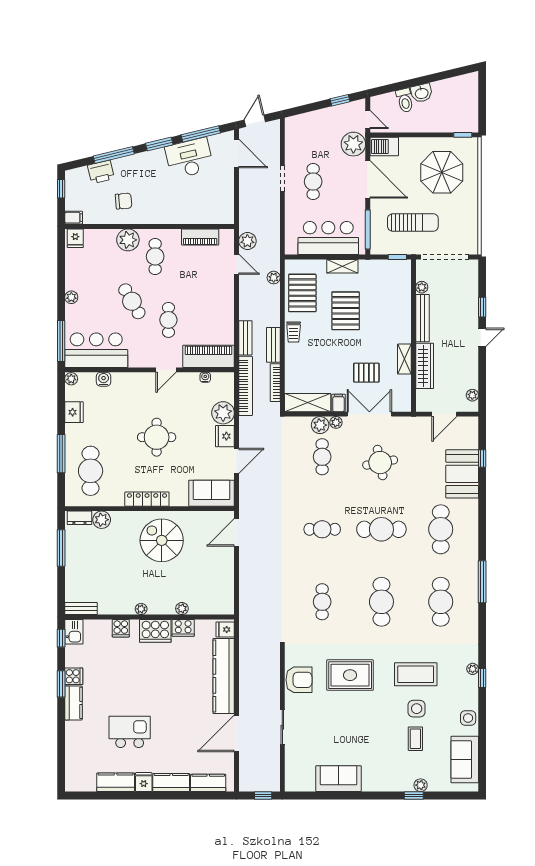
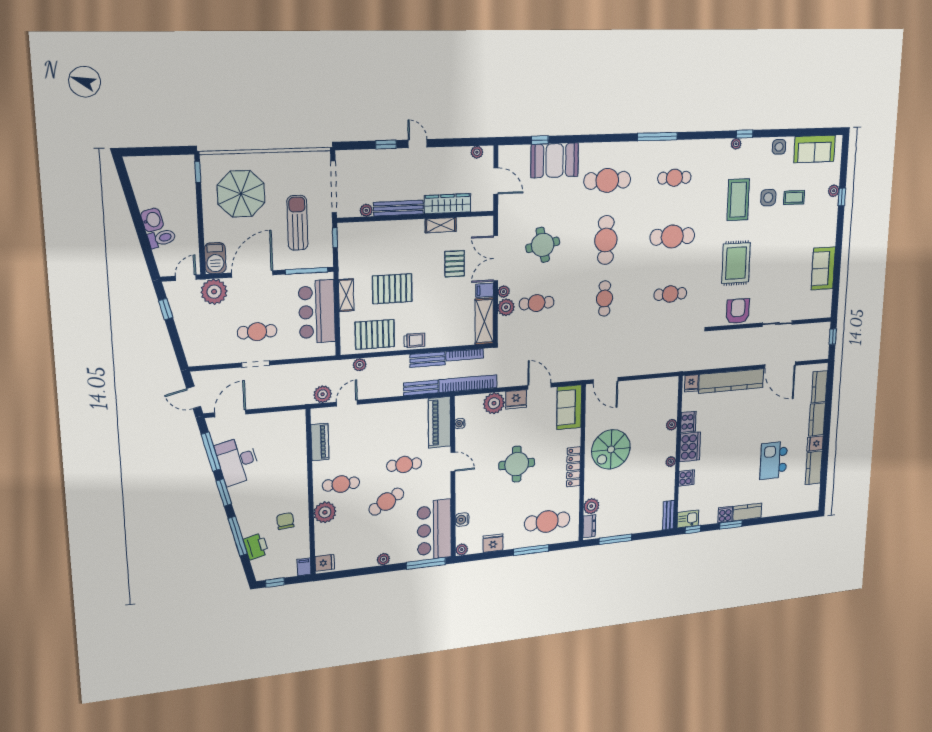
cafe table: (441, 602) -> (674, 178), width x0.73, depth x0.74

